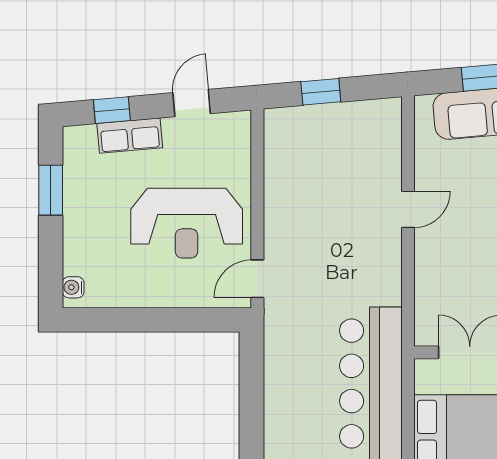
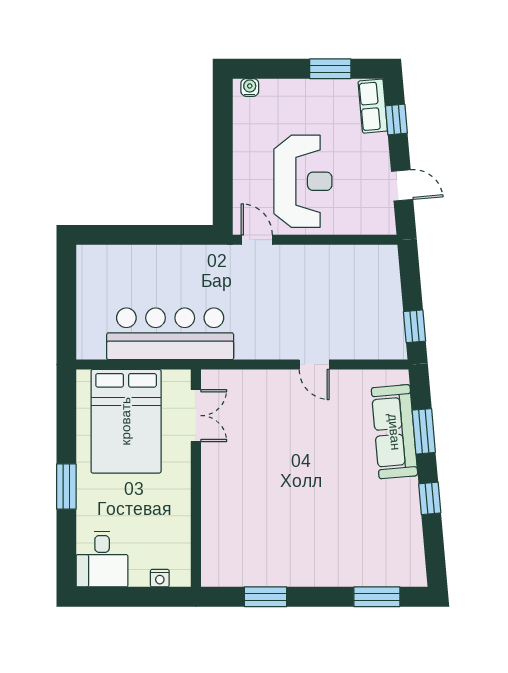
window: (321, 92) -> (415, 326), moved
row of seats: (130, 136) -> (373, 106), moved
reception desk: (187, 223) -> (303, 181), turned 180

